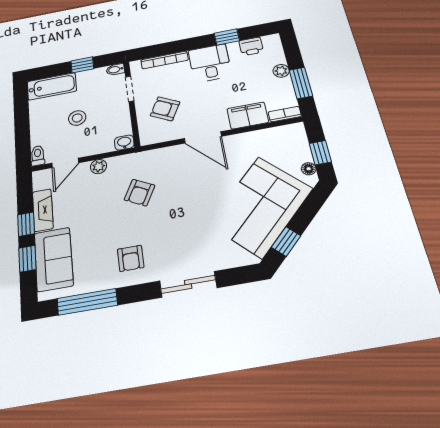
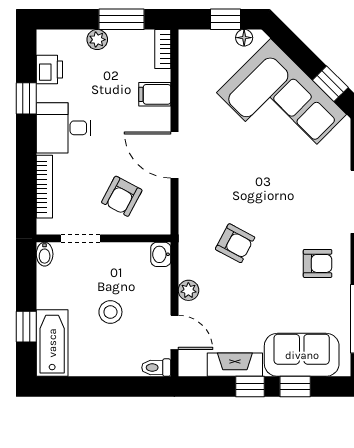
window: (82, 65) -> (26, 327), moved
filing cabinet: (248, 115) -> (155, 94), width x0.50
door: (203, 137) -> (174, 155), swing flipped

